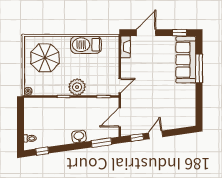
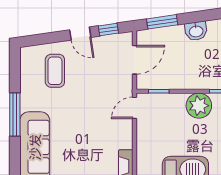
window: (199, 68) -> (15, 115), moved
coffee table: (172, 110) -> (55, 71), added
door: (156, 135) -> (80, 34), hinge flipped

